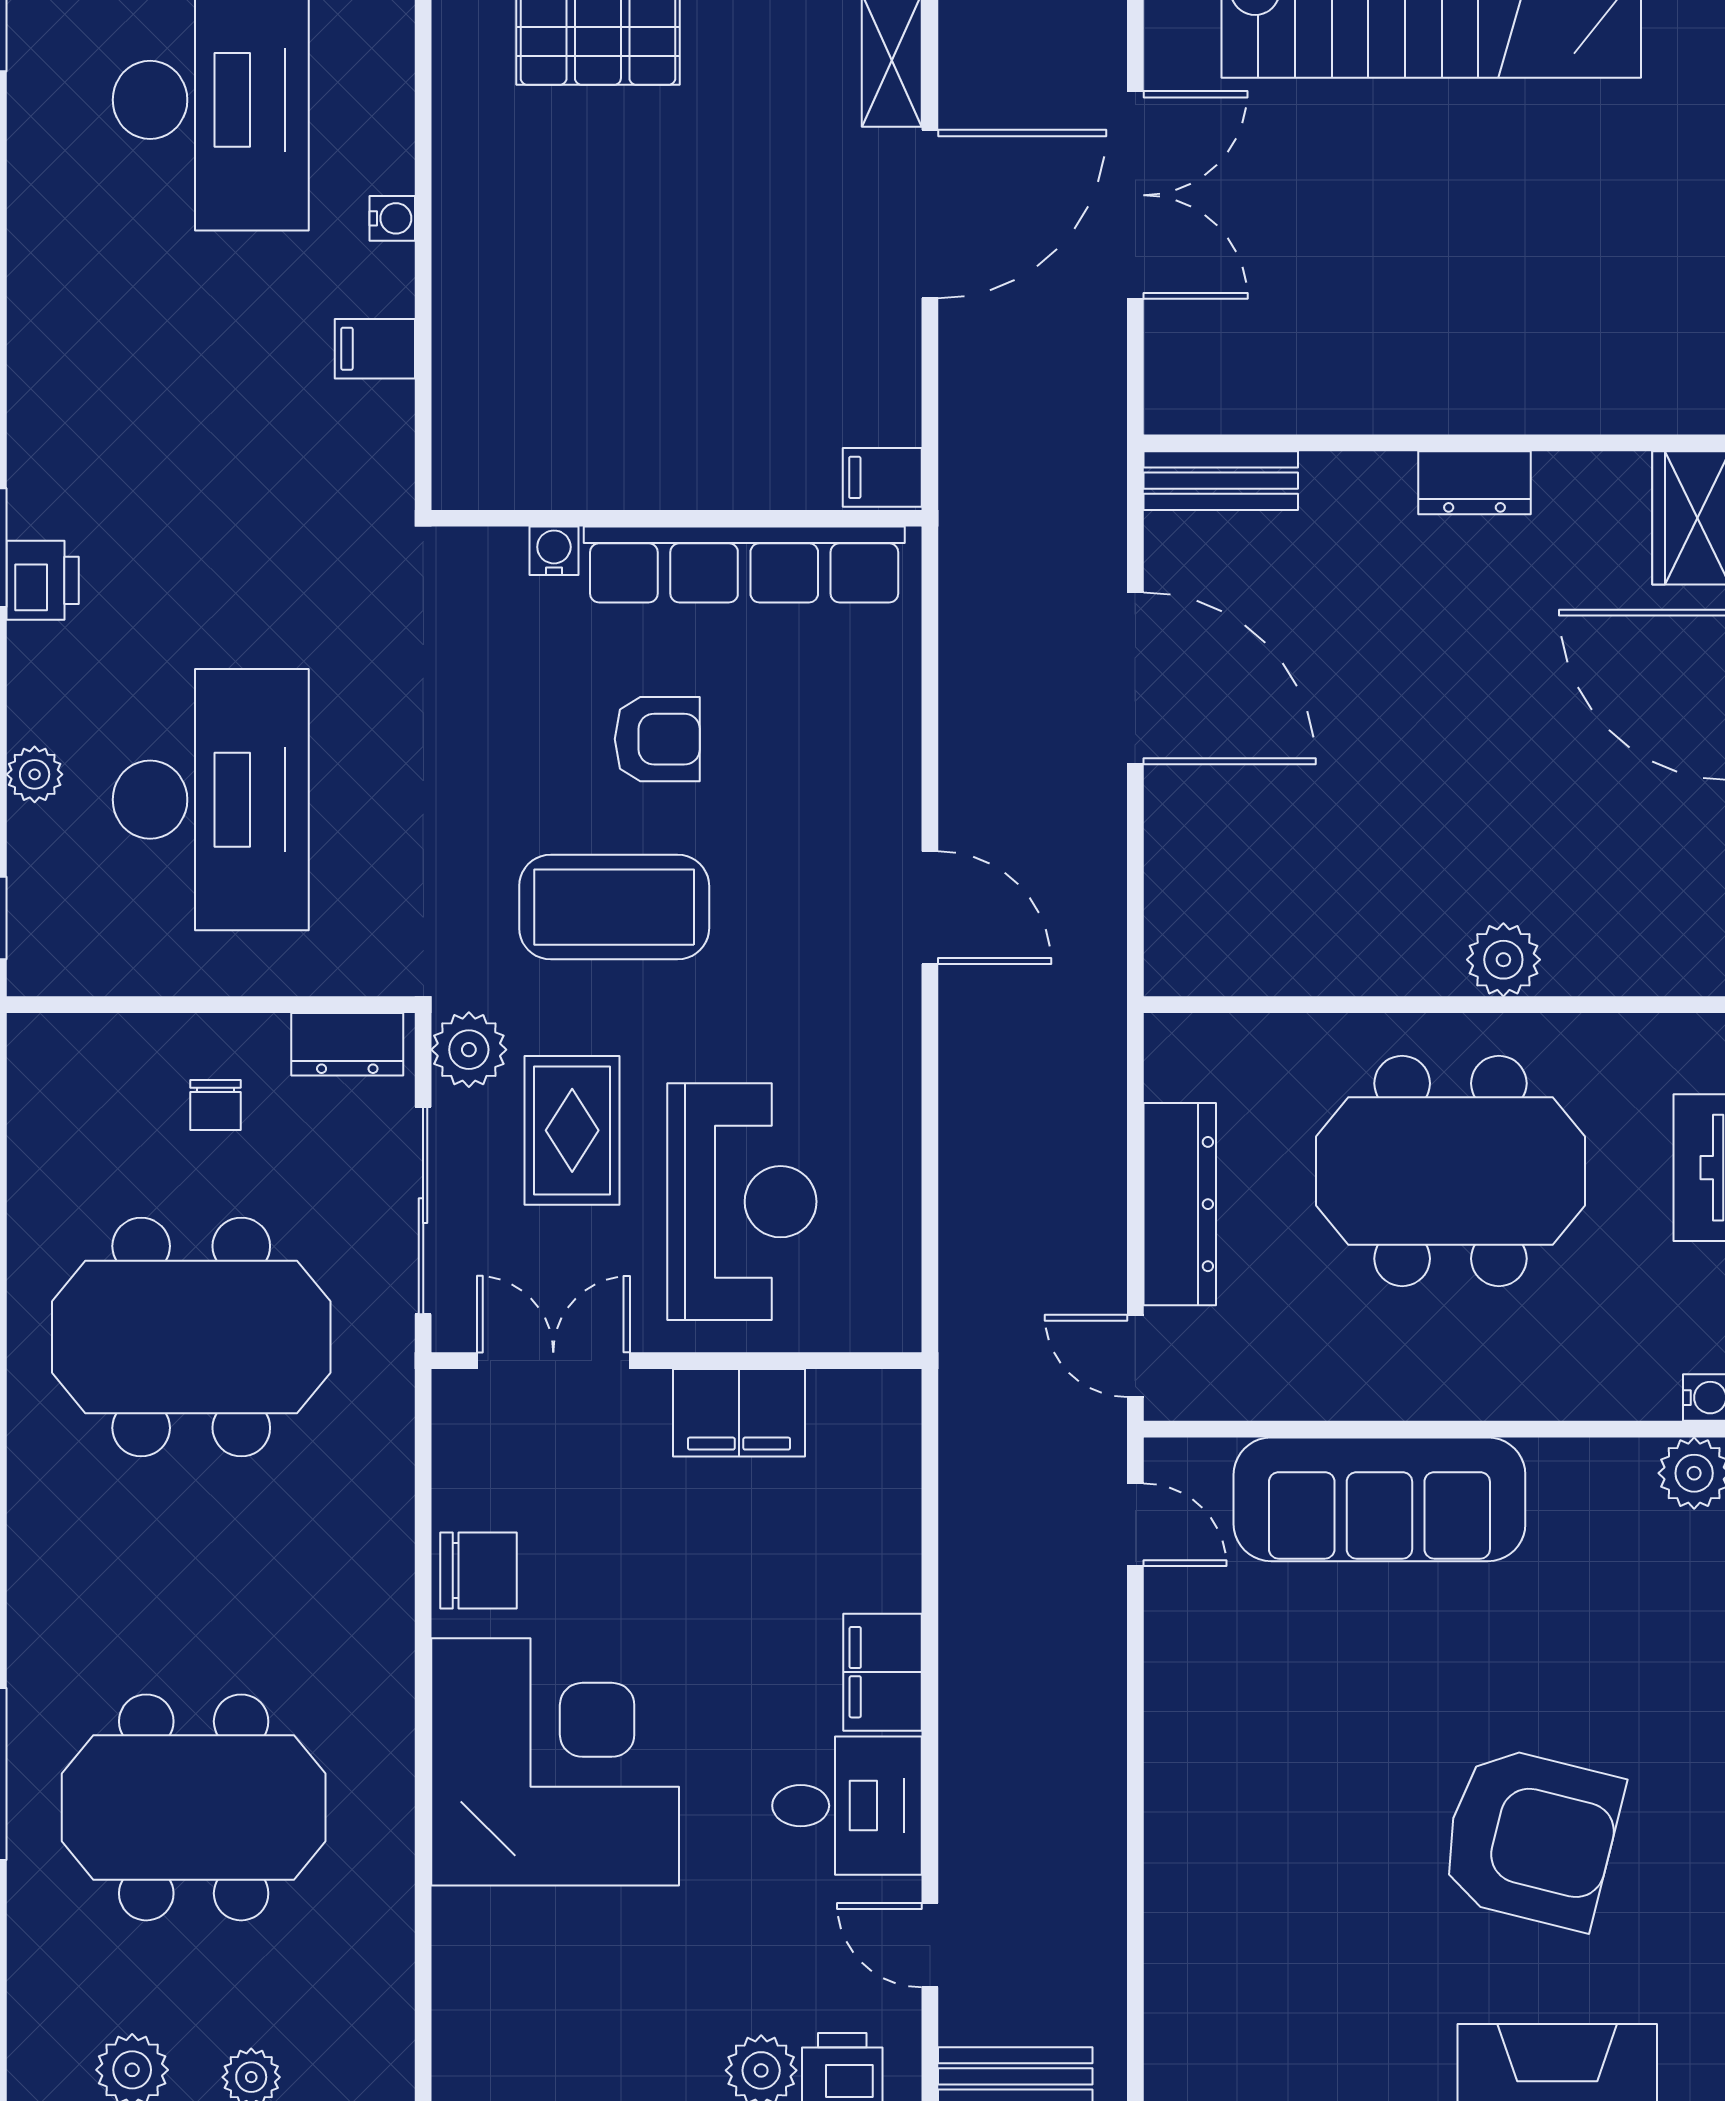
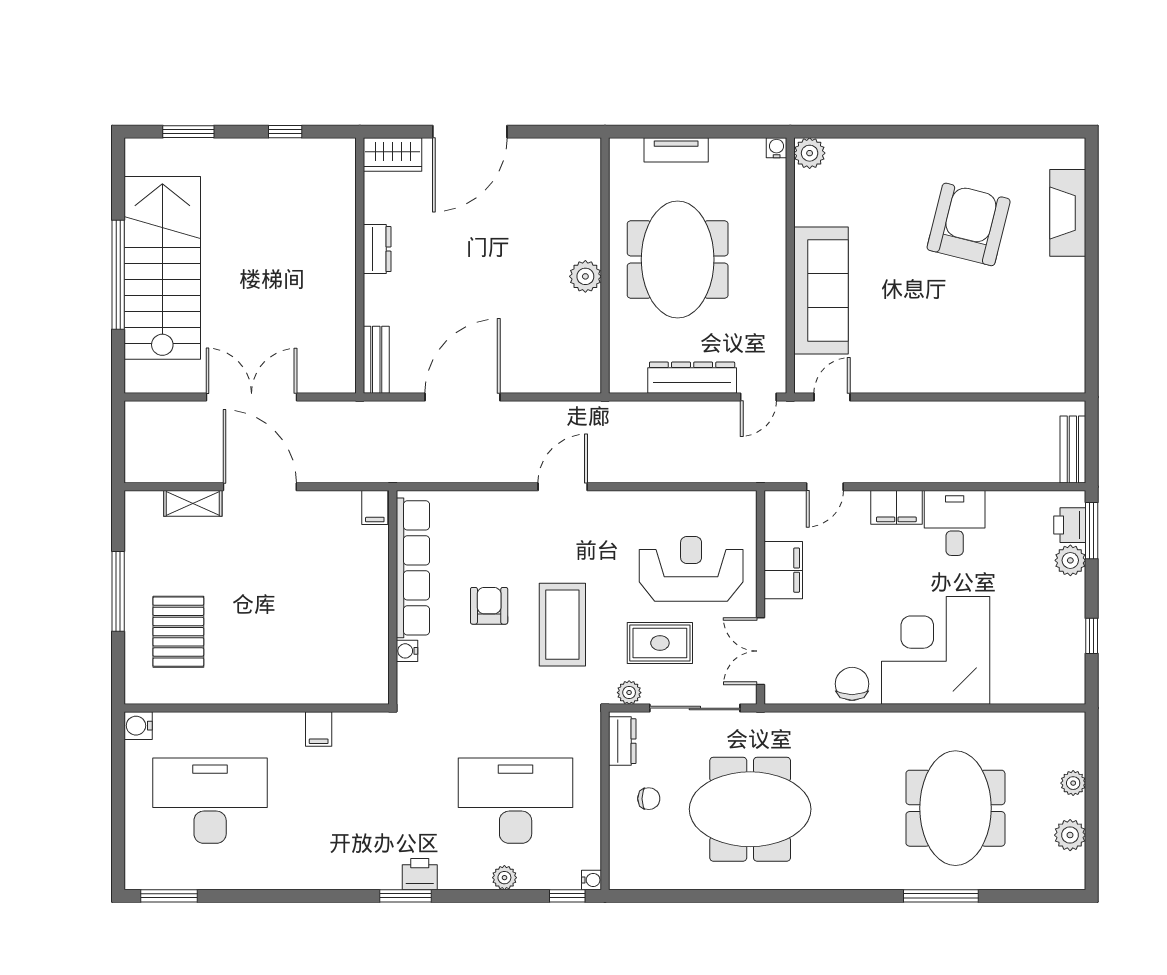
water cooler: (392, 218) -> (592, 880), moved, turned 90
plant: (1503, 960) -> (585, 276), moved
plant: (469, 1050) -> (629, 693), width x0.73, depth x0.73
meeting table: (191, 1337) -> (750, 809), turned 90
door: (930, 1945) -> (825, 487), moved

